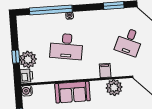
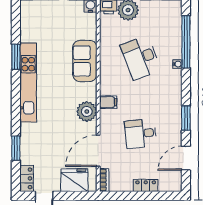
desk: (129, 42) -> (141, 134), turned -30
desk: (66, 46) -> (141, 58), turned -30

